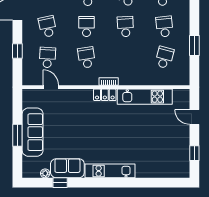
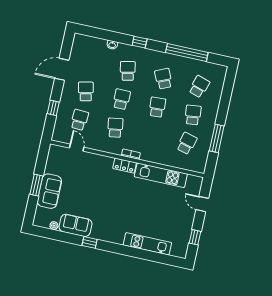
window: (194, 45) -> (217, 138), width x1.44
sofa: (33, 132) -> (49, 191), width x0.73
kitchen unit: (110, 171) -> (147, 244), moved
window: (60, 183) -> (90, 242), moved

